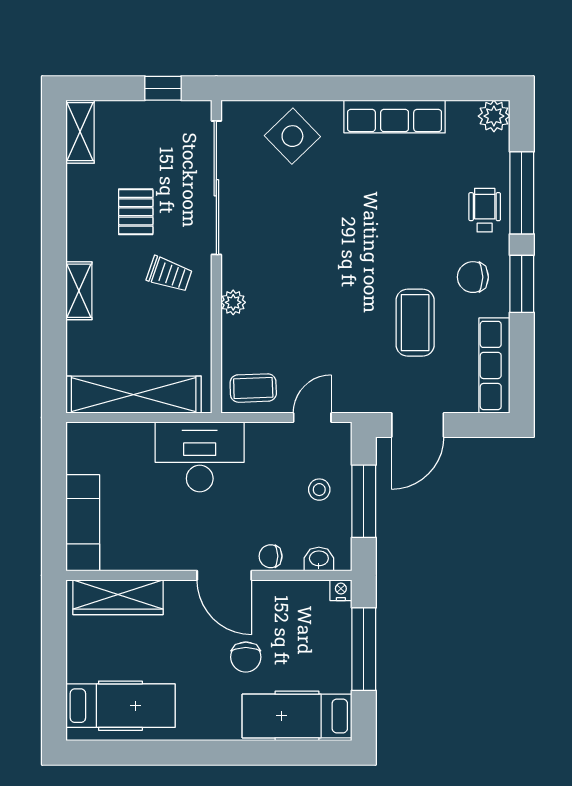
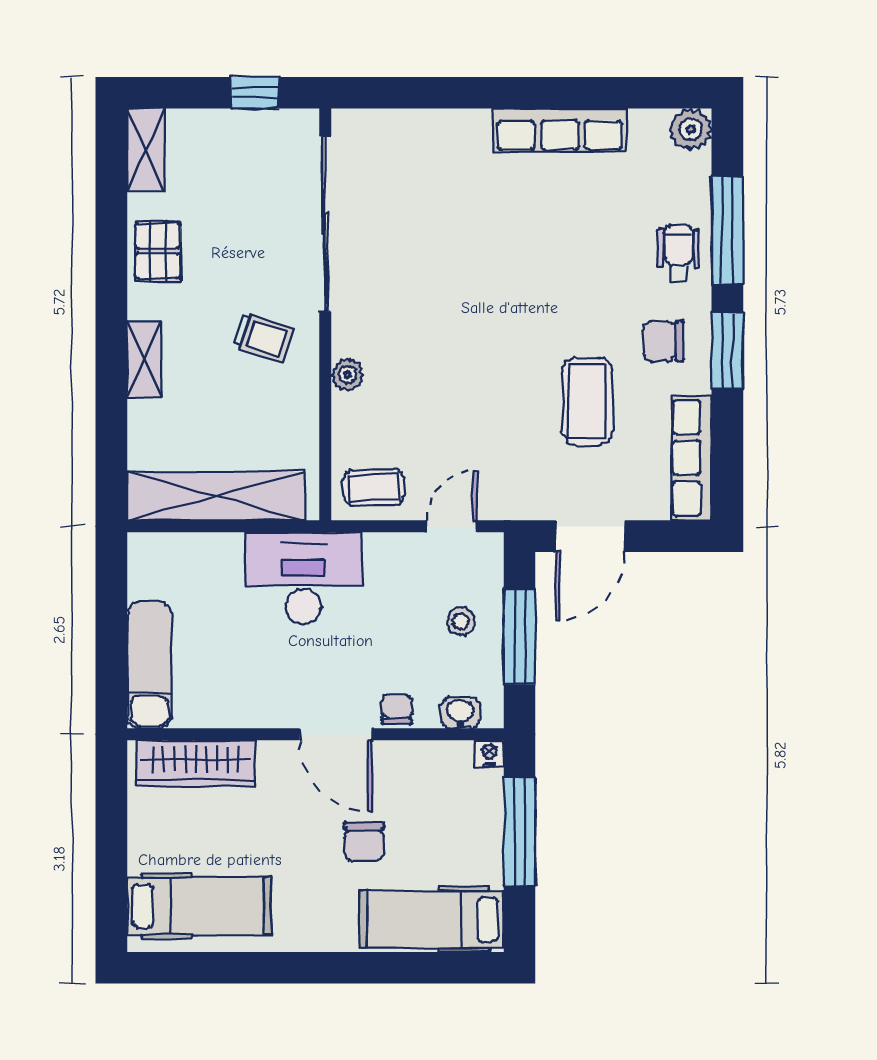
side table: (292, 136) -> (425, 156), removed
pallet: (136, 212) -> (158, 251), moved
chair: (271, 556) -> (397, 709), turned 90

